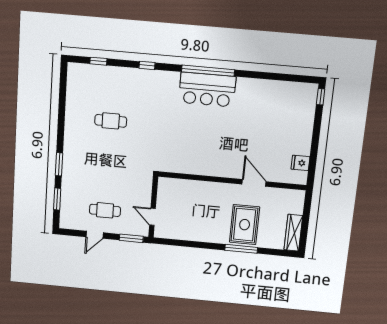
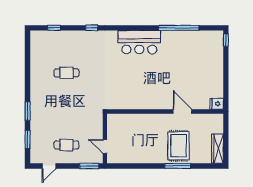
window: (208, 71) -> (179, 28), moved
fridge: (300, 163) -> (217, 104), moved
door: (95, 235) -> (49, 166), moved

